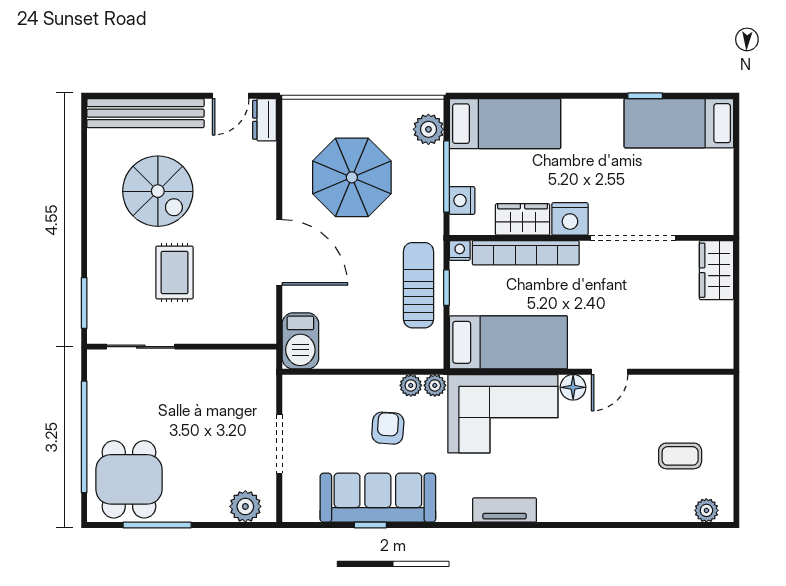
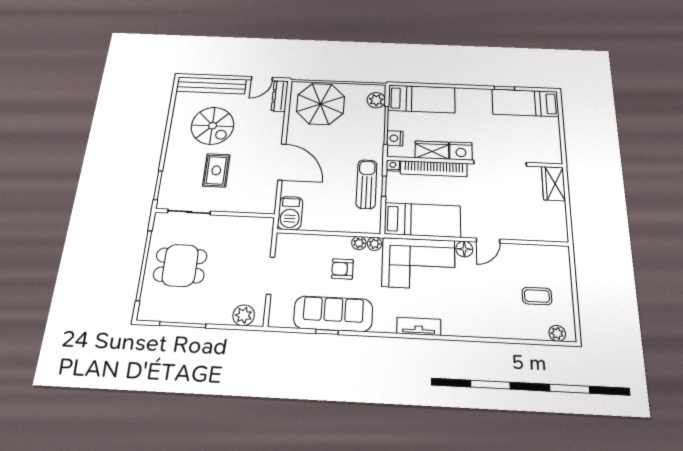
dresser: (265, 120) -> (280, 96), width x1.44
parasol: (352, 177) -> (321, 104), moved
armchair: (388, 428) -> (342, 269), turned -94
dining table: (129, 479) -> (180, 265), moved, turned 90

